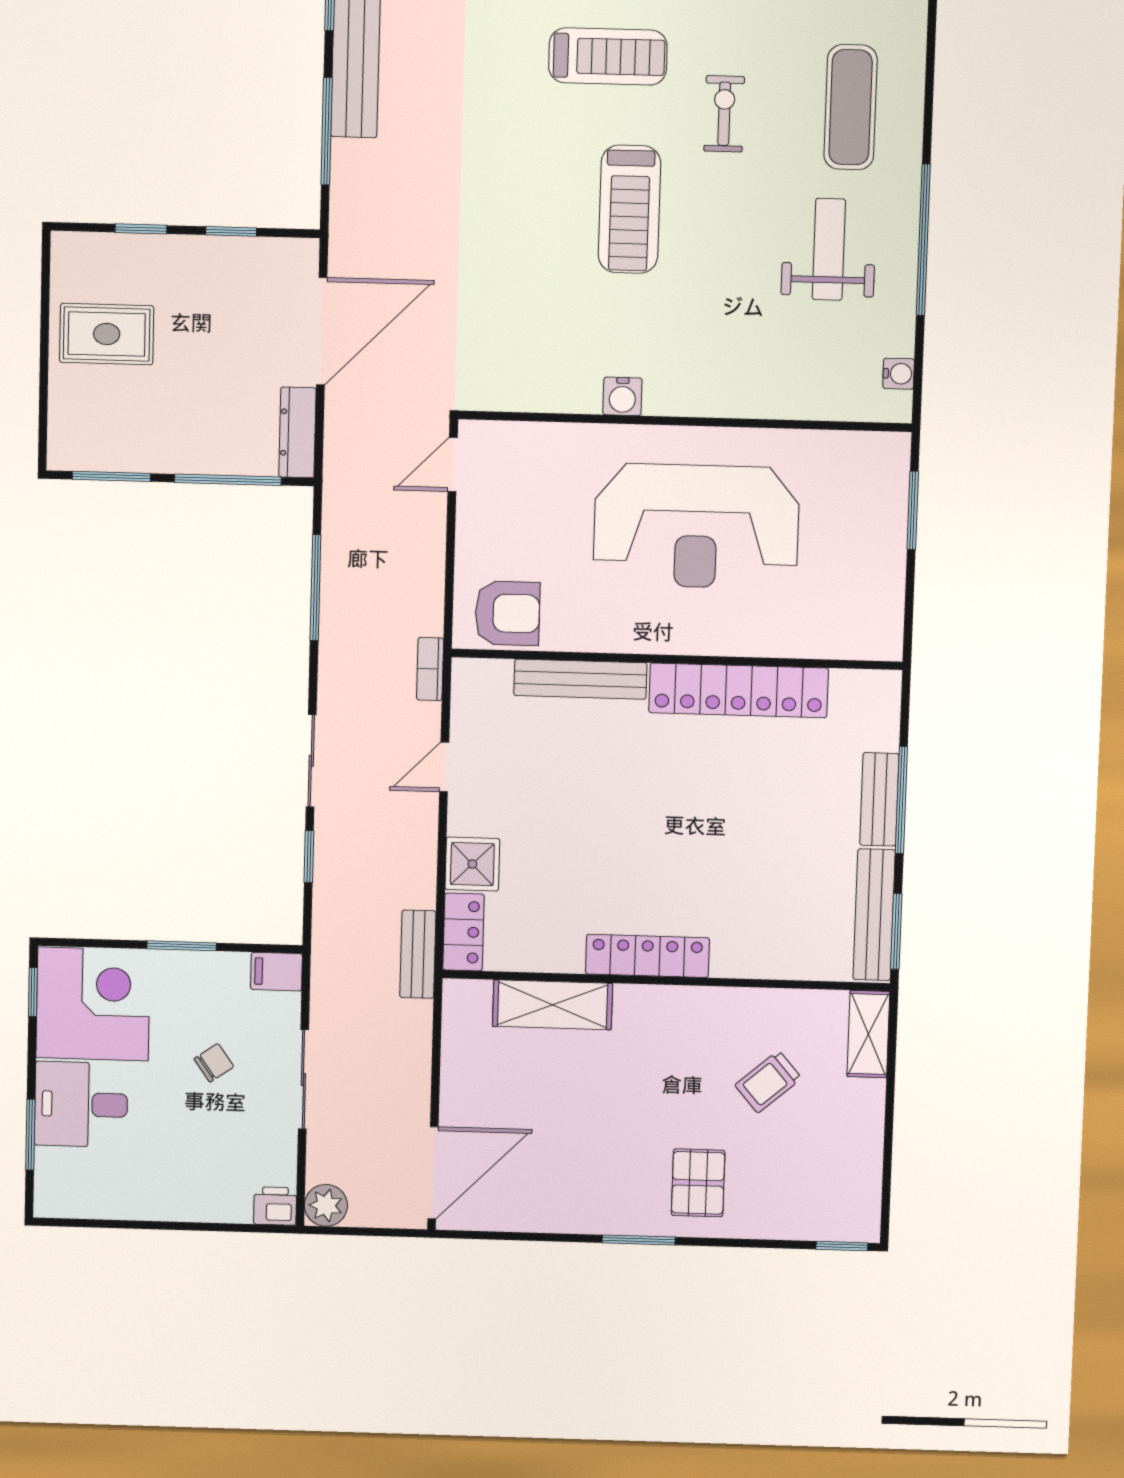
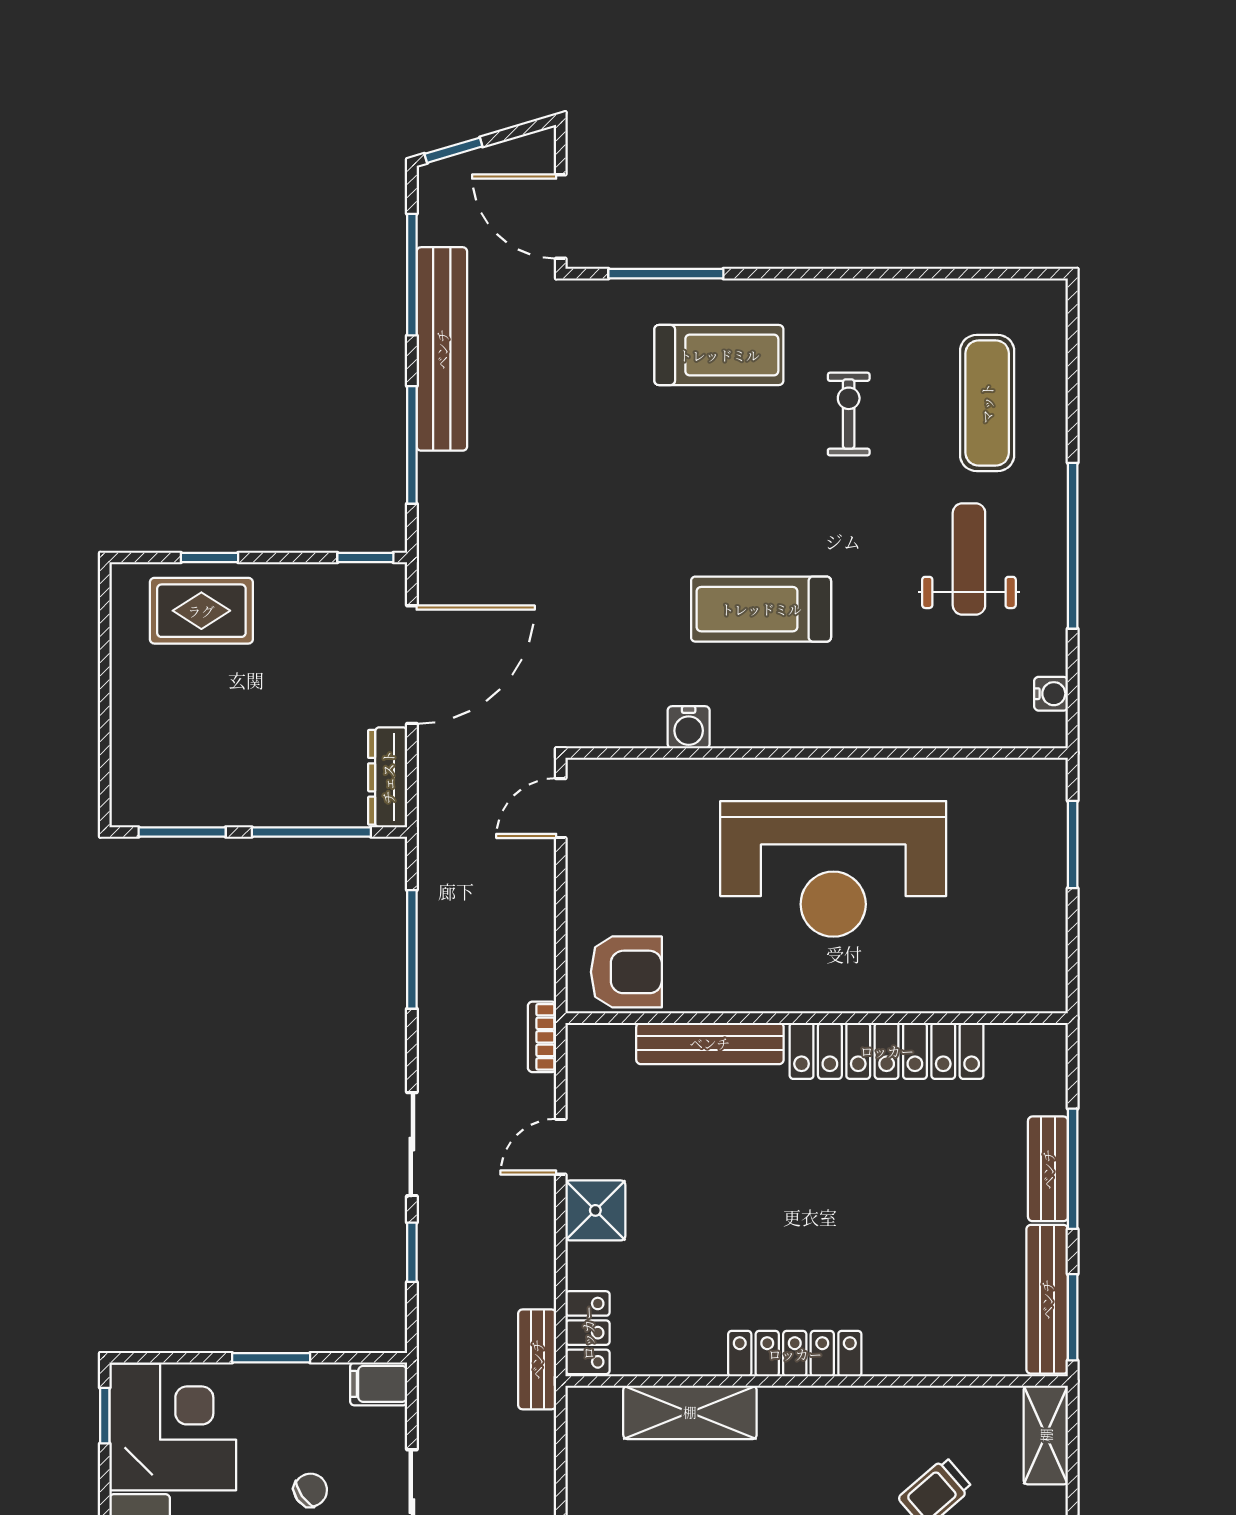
treadmill: (629, 209) -> (761, 609), moved, turned 90
window: (231, 231) -> (365, 557), moved
rug: (107, 334) -> (201, 611), moved
water cooler: (622, 396) -> (689, 727), moved
shower: (472, 864) -> (595, 1210), moved

